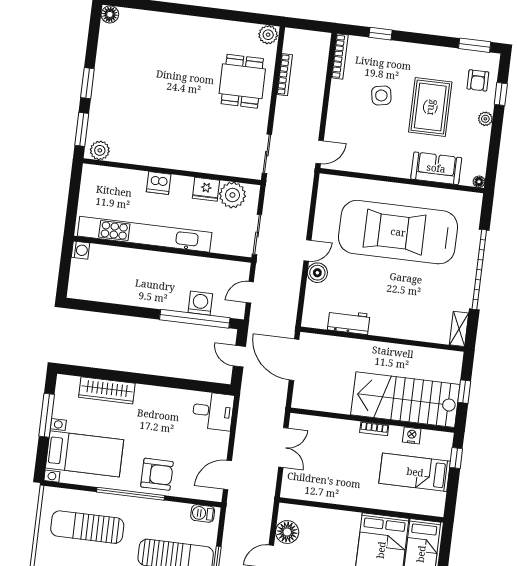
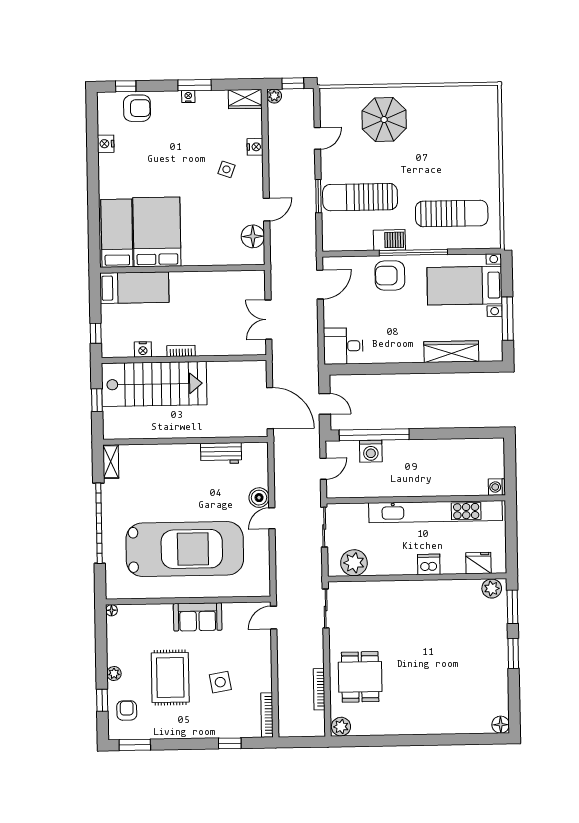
sofa: (436, 168) -> (198, 617), moved
fridge: (206, 189) -> (478, 563), moved
bed: (415, 472) -> (134, 288), moved
barbecue: (203, 513) -> (389, 240), moved, width x1.38, depth x1.27

